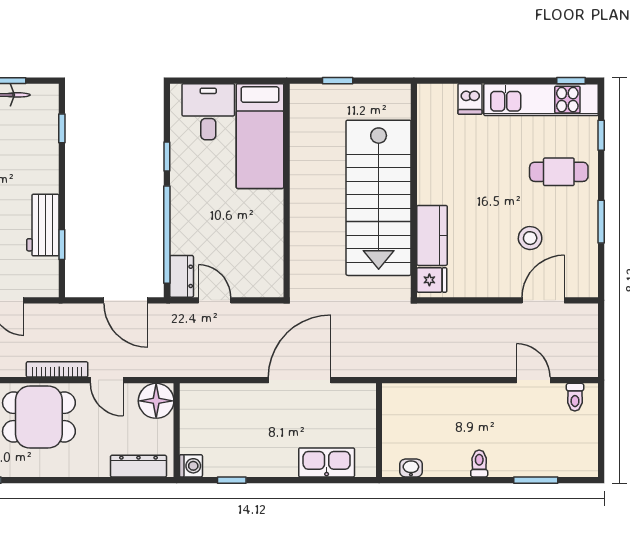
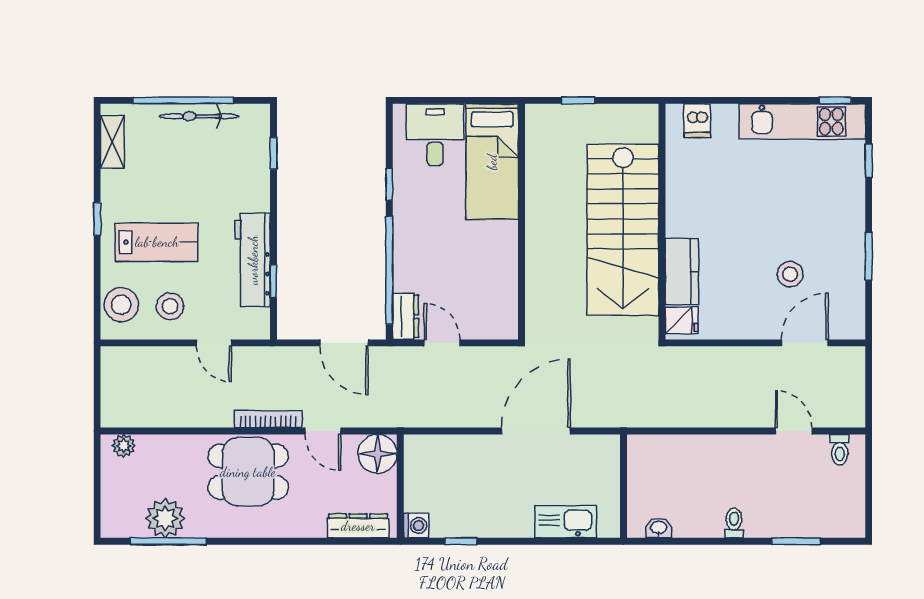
dishwasher: (470, 99) -> (697, 121), moved
cafe table: (559, 172) -> (822, 201), removed
workbench: (43, 225) -> (253, 260), width x1.37

